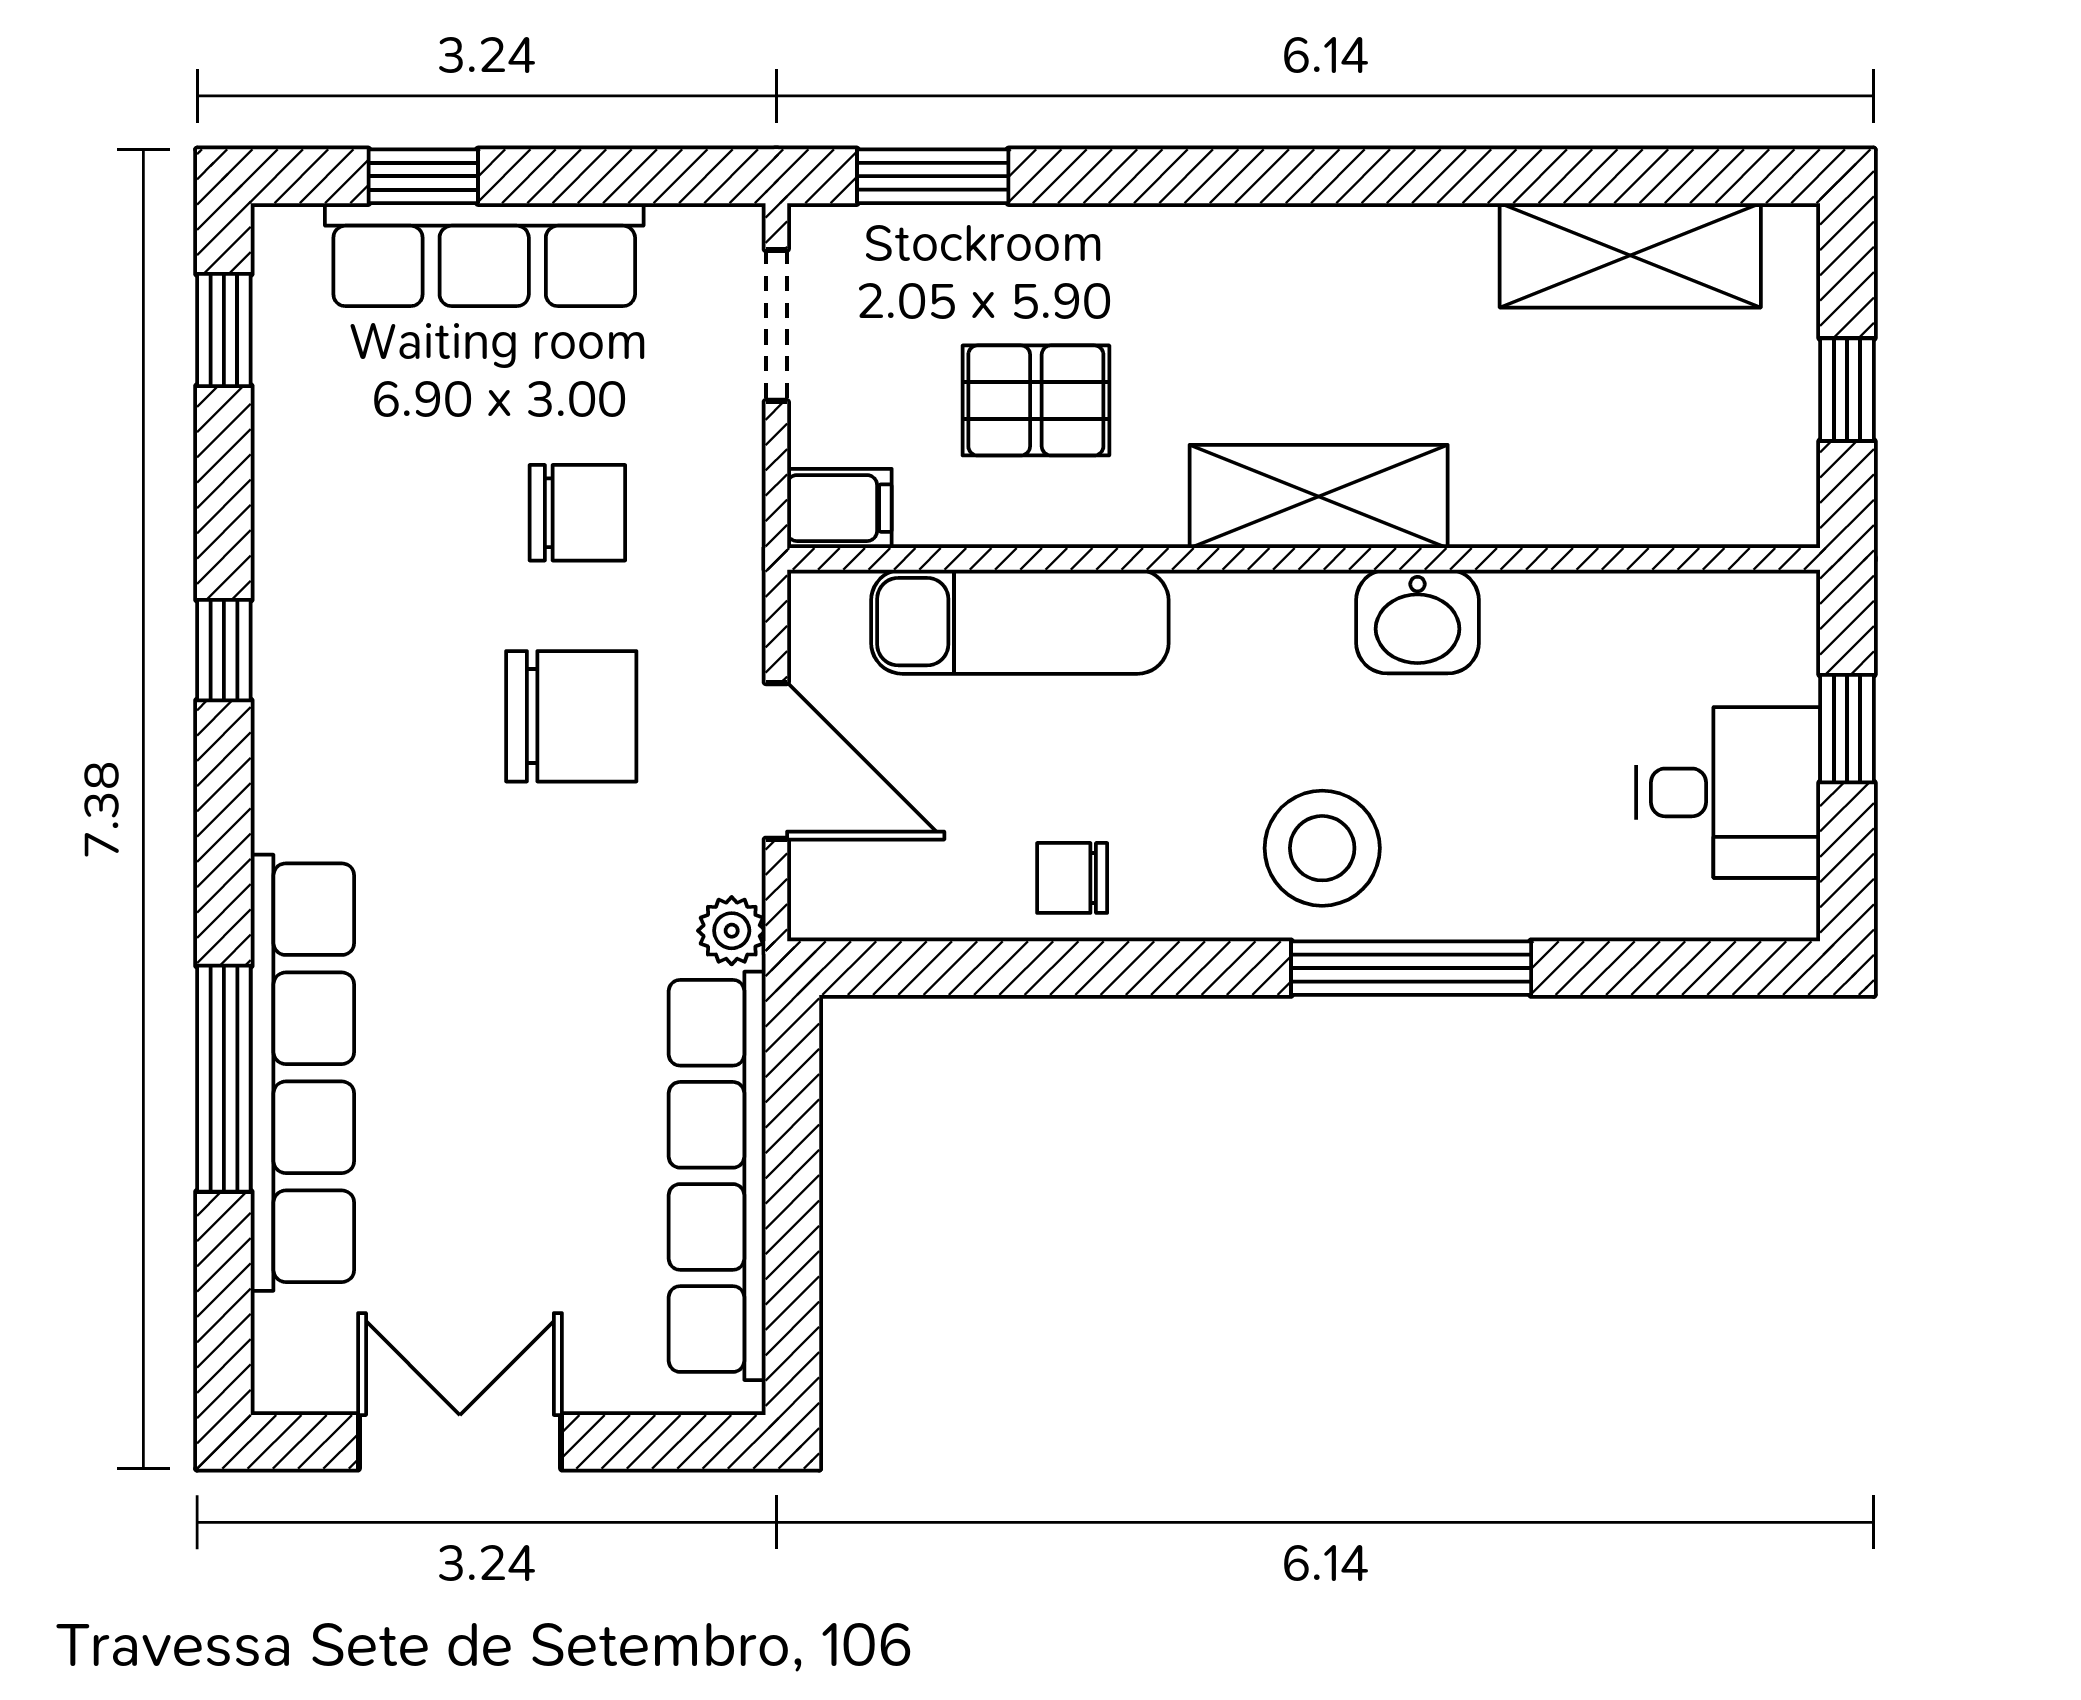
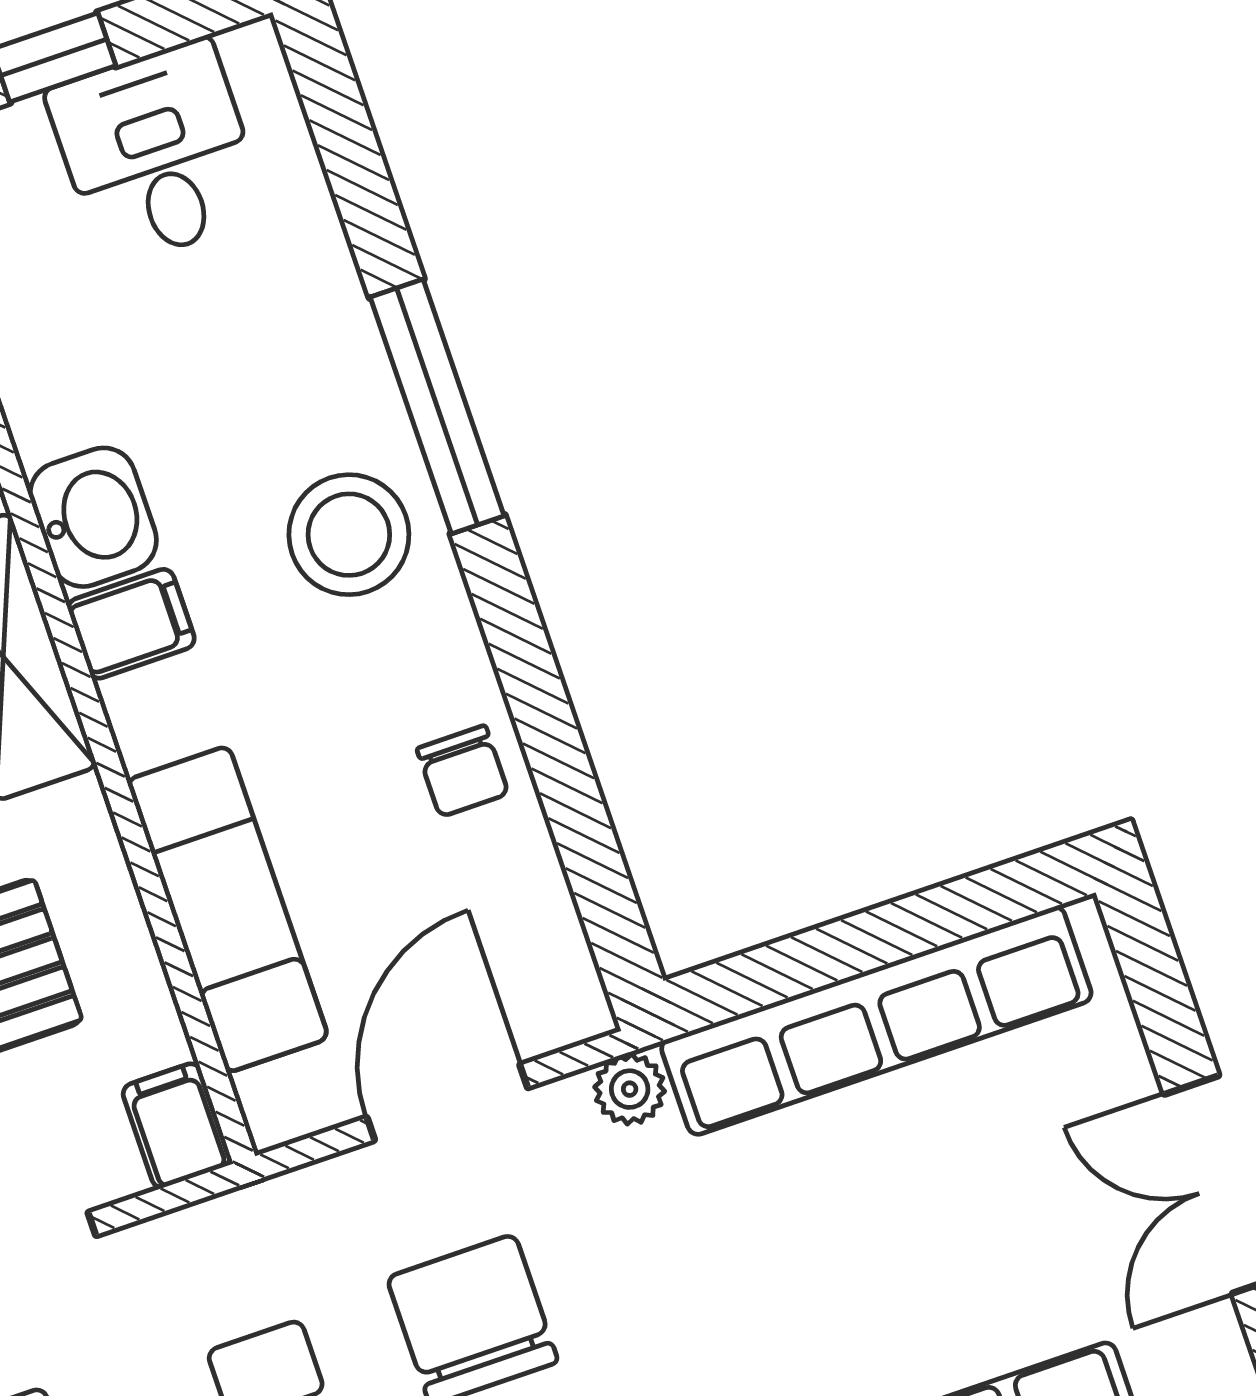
filing cabinet: (1309, 623) -> (131, 624), added

